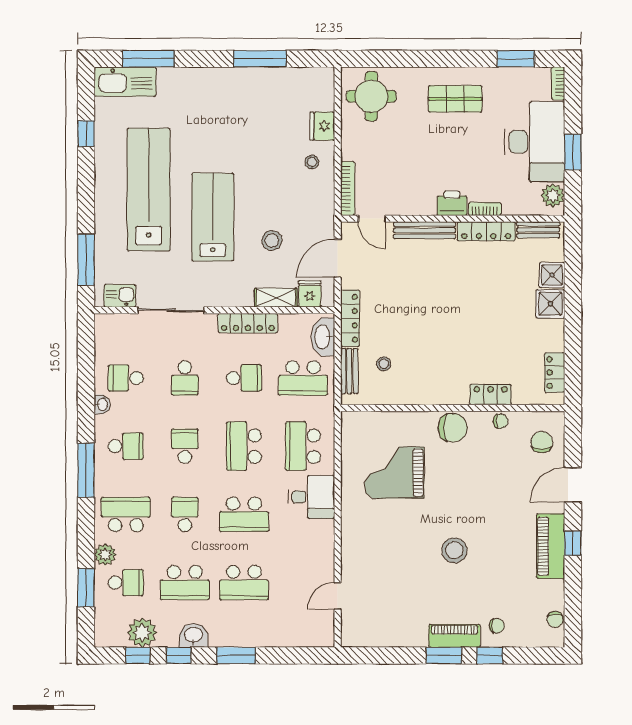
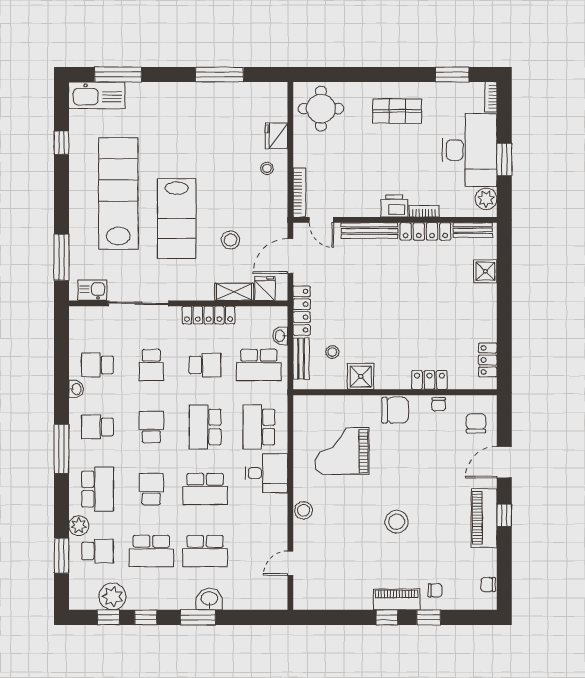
lab bench: (213, 217) -> (177, 219), turned 180
shower: (550, 304) -> (361, 376), moved
washbasin: (323, 337) -> (280, 336), width x0.52, depth x0.69
chair: (501, 421) -> (439, 404), turned 92
school desk: (126, 446) -> (98, 427), turned 180
school desk: (126, 514) -> (98, 489), turned 90
stool: (352, 538) -> (303, 510), added
chair: (555, 619) -> (488, 585), turned 90
washbasin: (194, 635) -> (209, 599), moved
window: (444, 655) -> (387, 617), width x0.67

